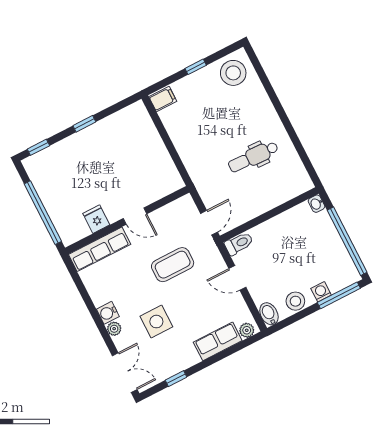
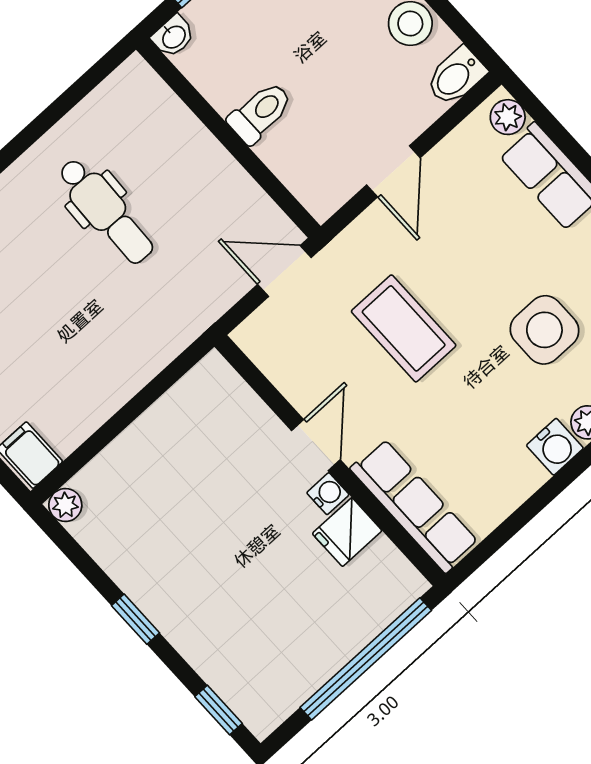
plant: (139, 108) -> (65, 505), added
water cooler: (114, 216) -> (328, 494), added
toilet: (239, 244) -> (260, 113), moved, turned 90

